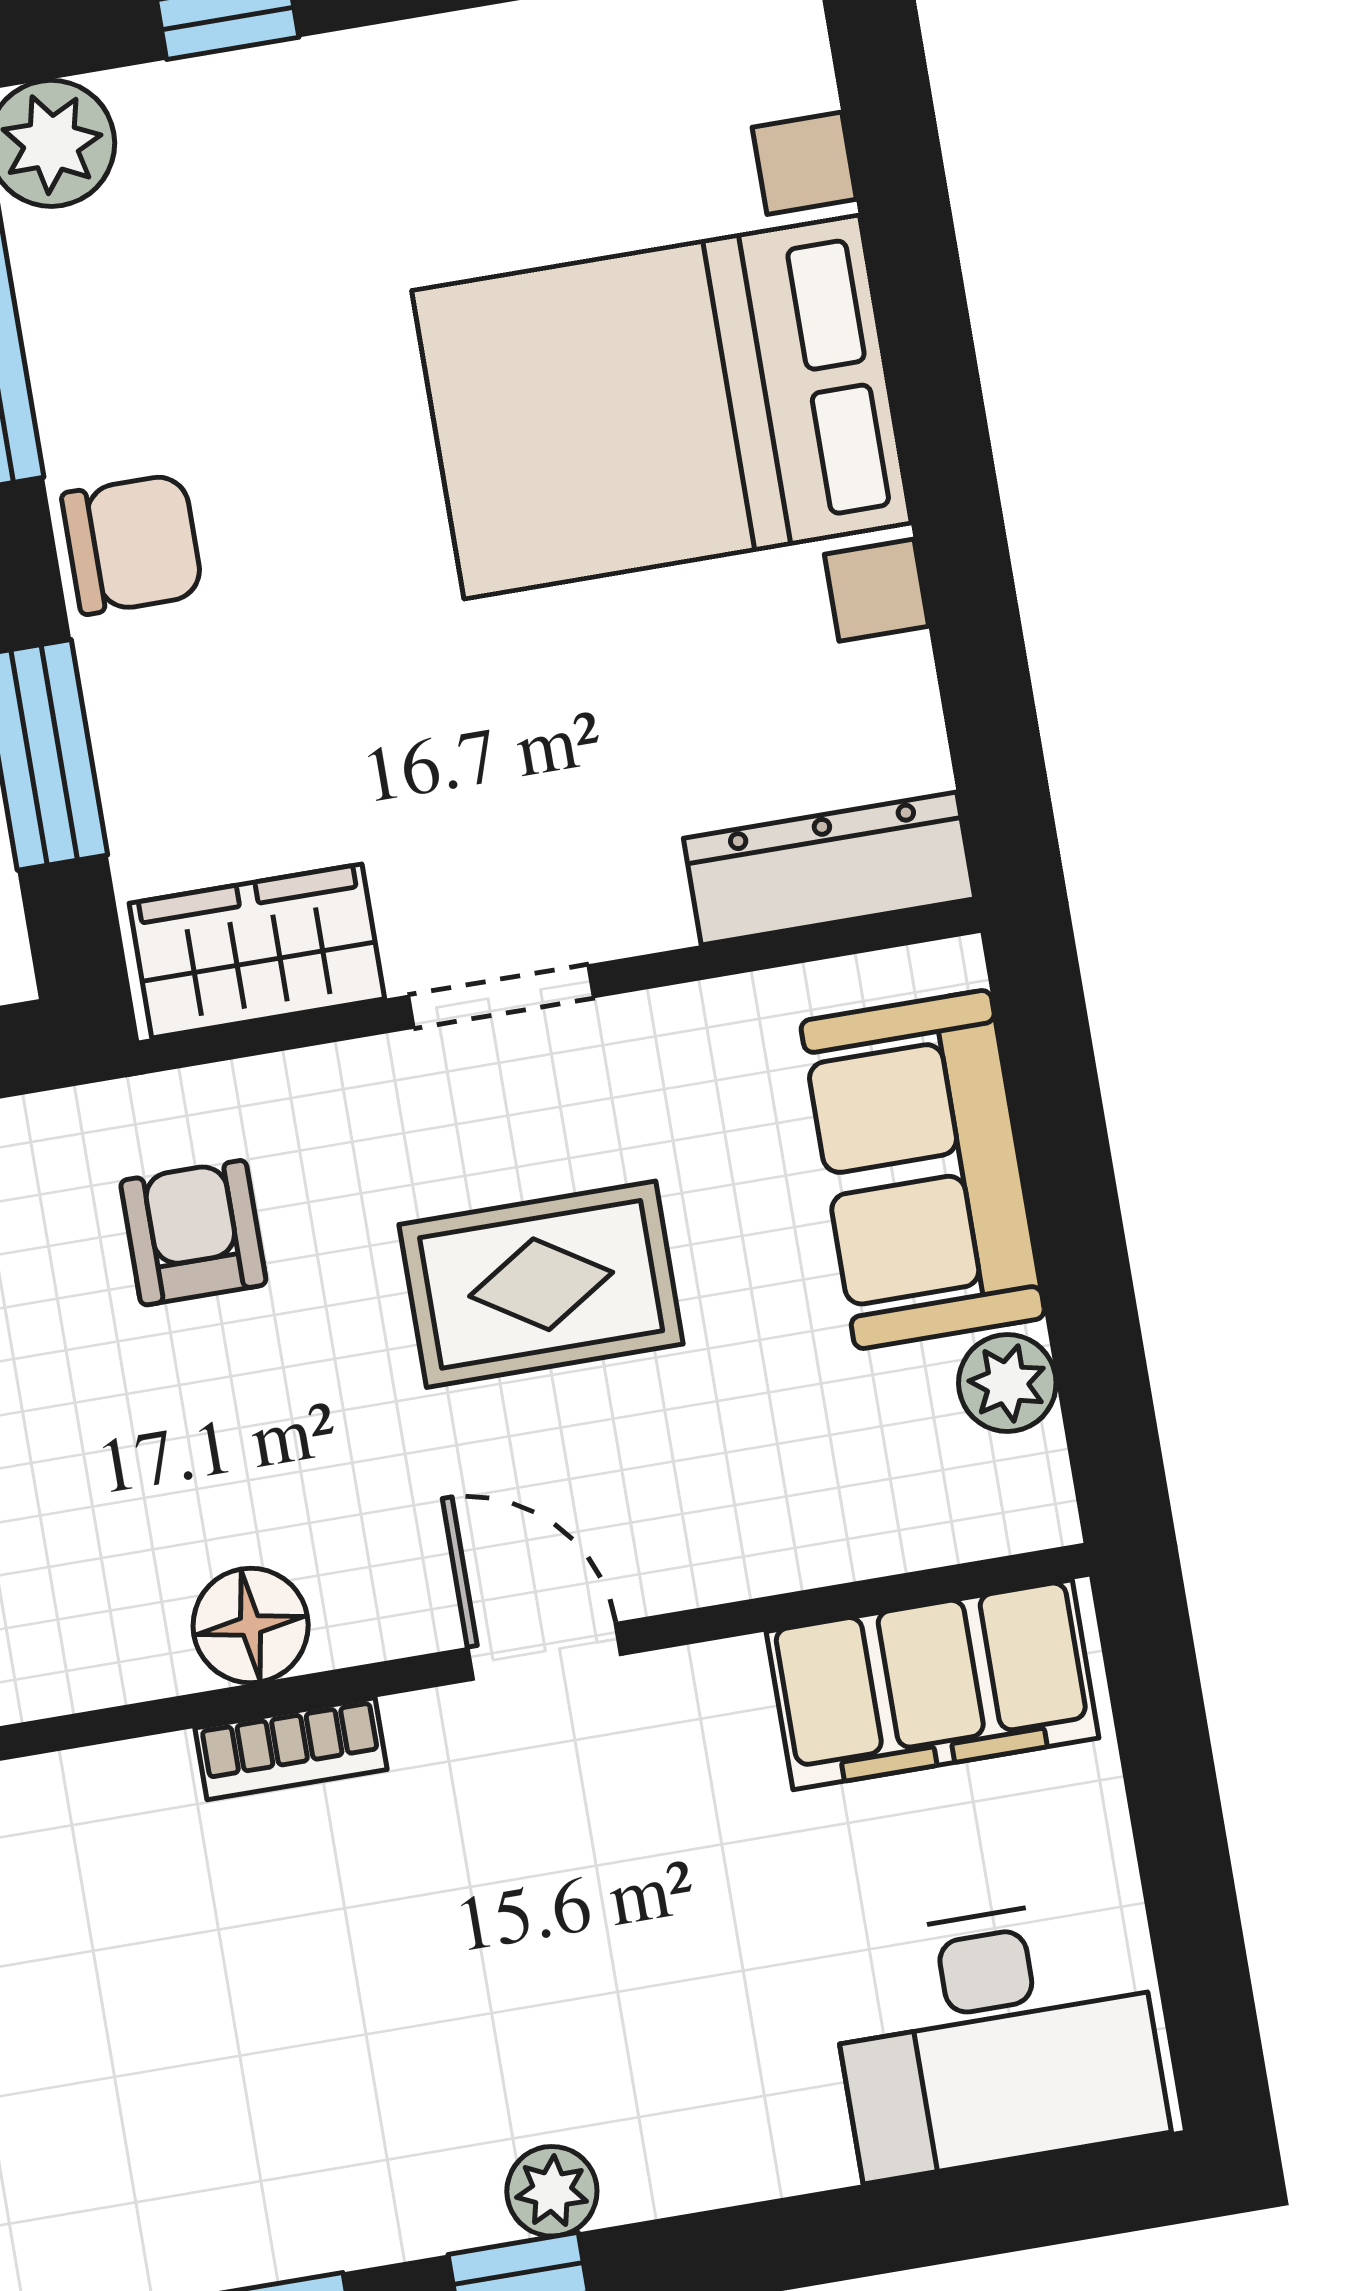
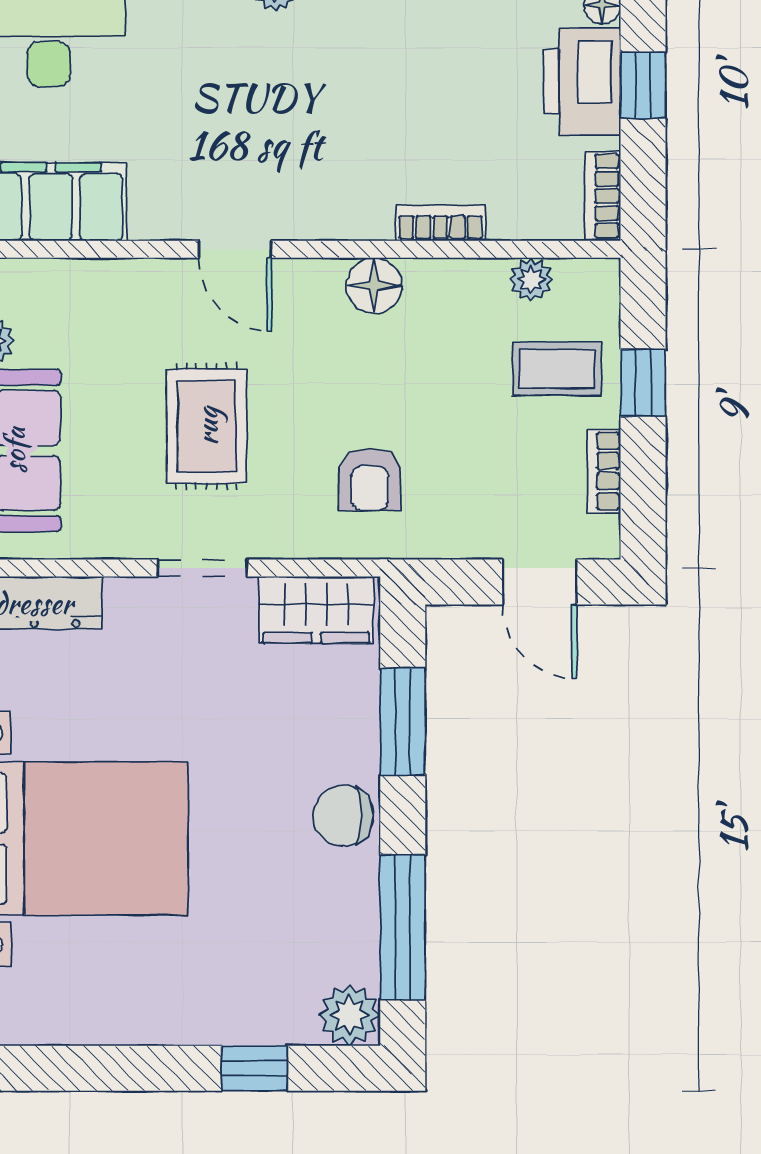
rug: (541, 1284) -> (207, 426), turned 90
bookcase: (291, 1749) -> (440, 223), moved

